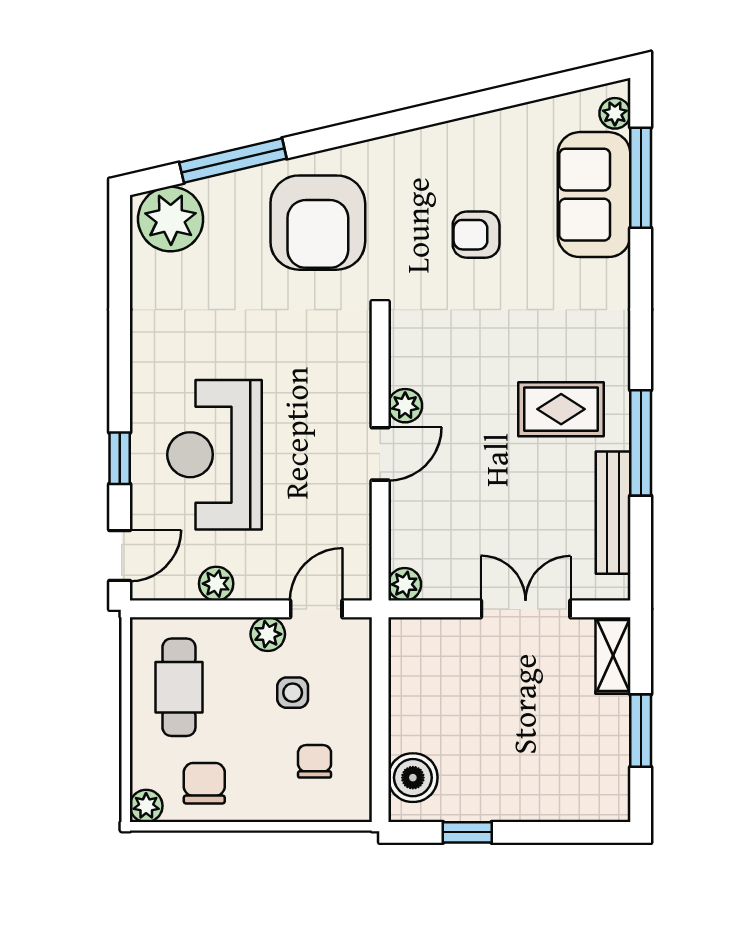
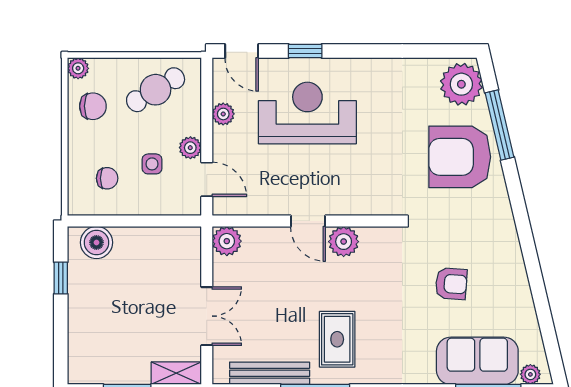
armchair: (318, 223) -> (460, 157), moved
armchair: (476, 235) -> (451, 284), turned 94
plant: (405, 406) -> (344, 242), width x1.38, depth x1.38
plant: (405, 584) -> (227, 241), width x1.38, depth x1.38
cafe table: (179, 687) -> (156, 90), turned -31

